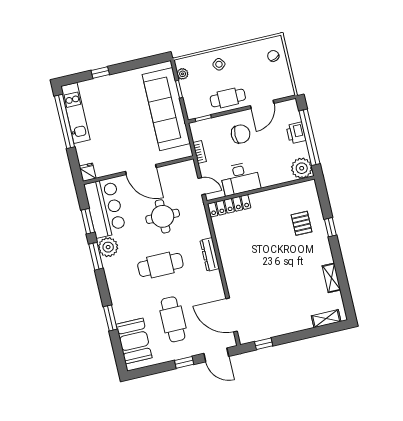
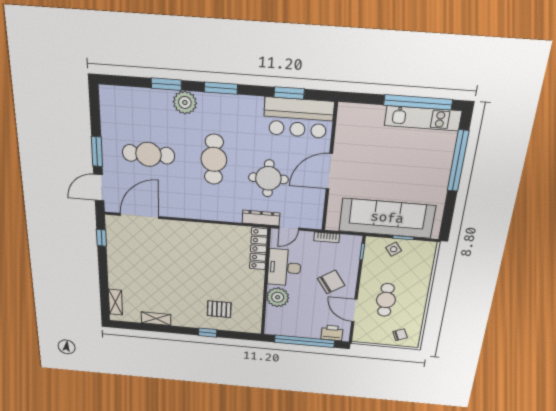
side table: (219, 64) -> (394, 249), moved
window: (100, 73) -> (458, 161), width x3.17
plant: (183, 74) -> (419, 246), removed
cafe table: (228, 98) -> (386, 300), moved
printer: (296, 133) -> (332, 333), moved
chair: (241, 134) -> (331, 282), turned -124
plant: (302, 168) -> (278, 297), moved
fridge: (88, 172) -> (347, 111), removed
plant: (108, 247) -> (185, 103), moved
dresser: (210, 254) -> (261, 218), moved
window: (96, 256) -> (221, 88), moved
booth: (134, 341) -> (133, 103), removed
window: (184, 362) -> (97, 151), width x1.50

